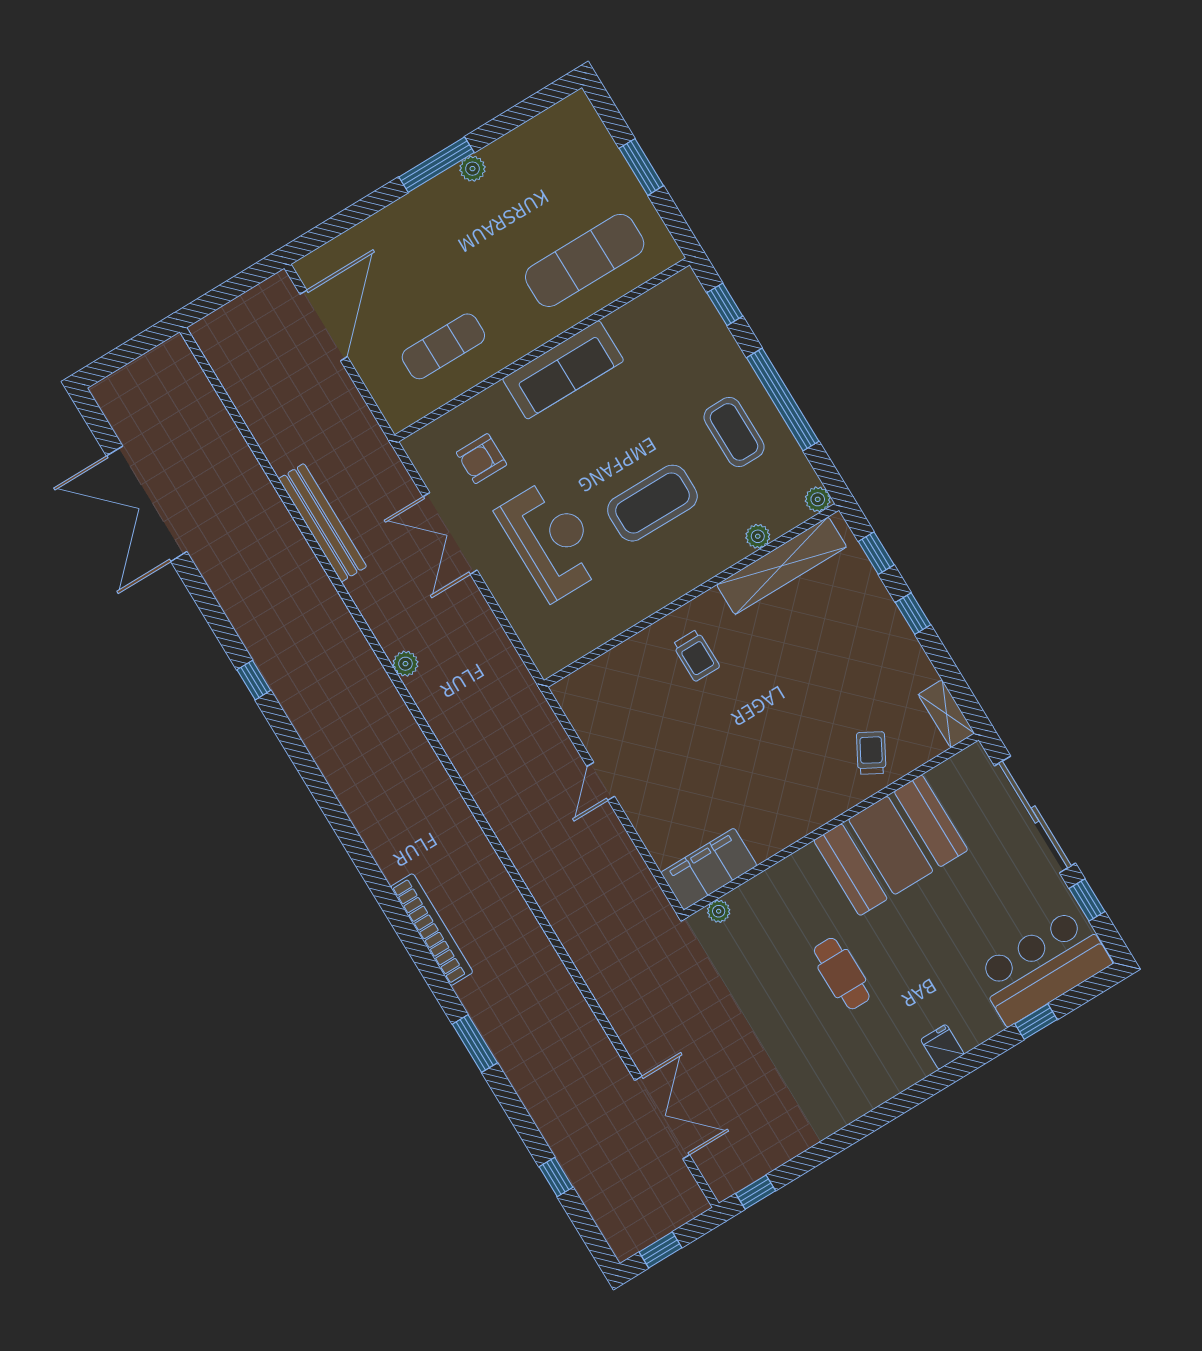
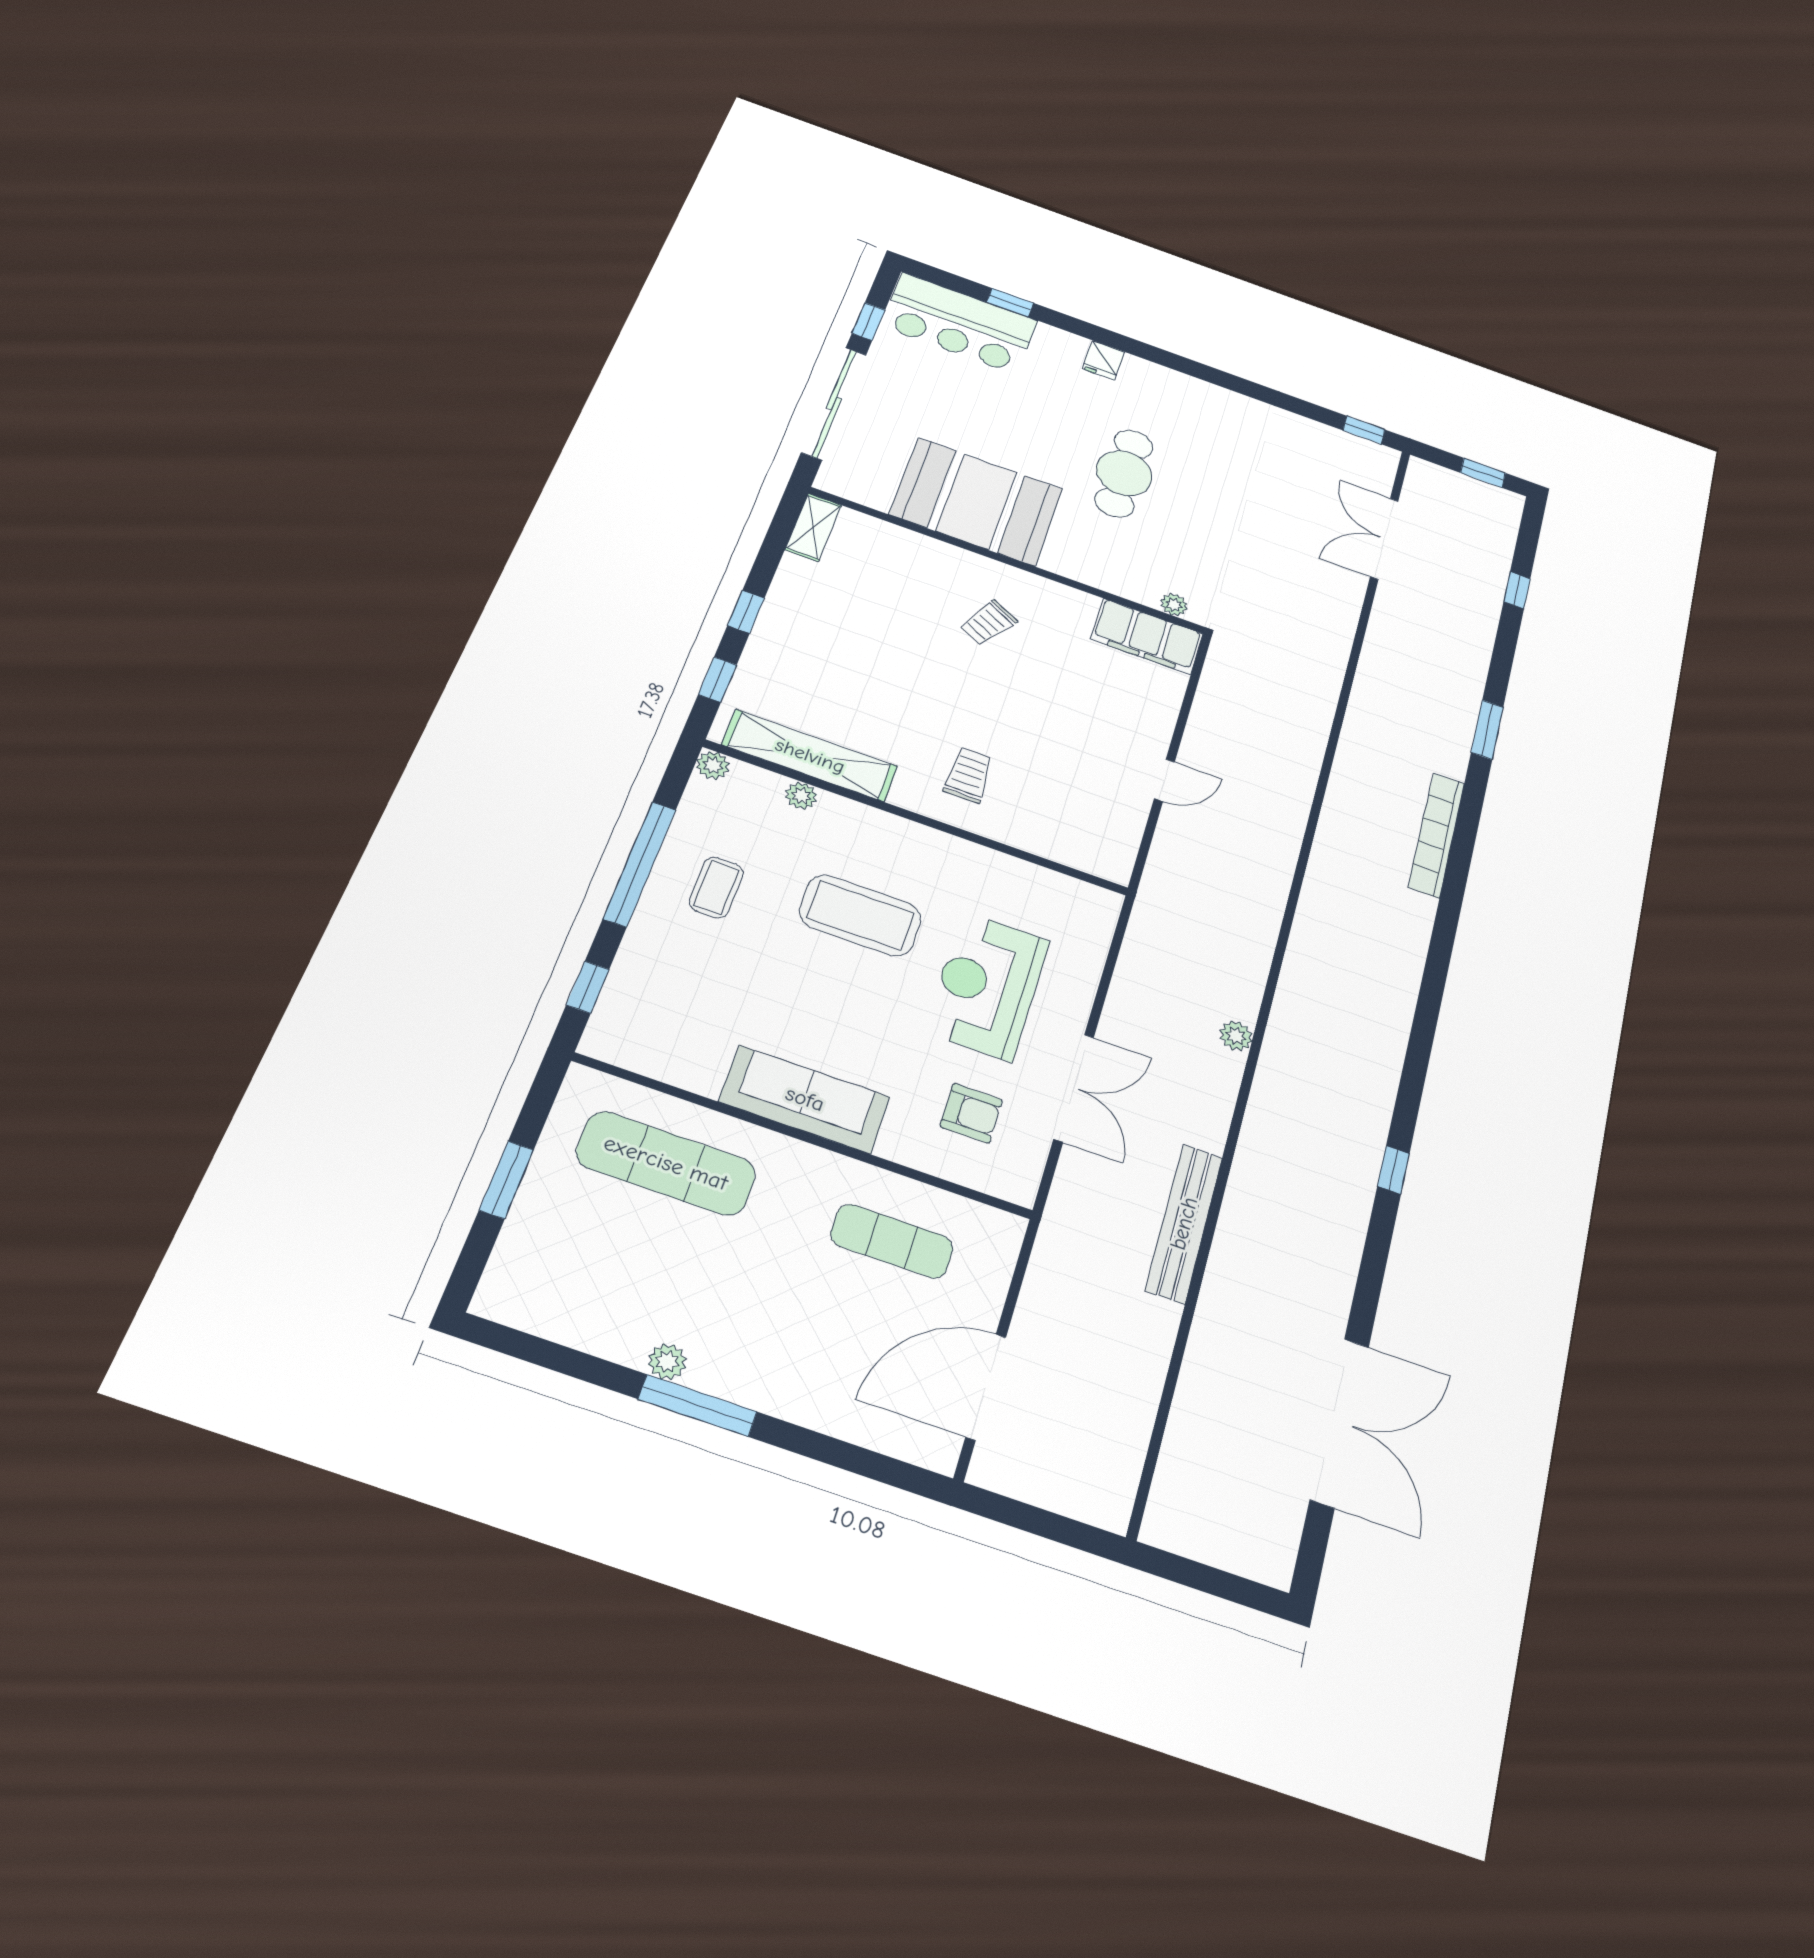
coffee table: (734, 432) -> (716, 887), width x0.73, depth x0.77
trolley: (871, 753) -> (988, 623), moved
cafe table: (842, 974) -> (1124, 473), width x1.37, depth x1.35

